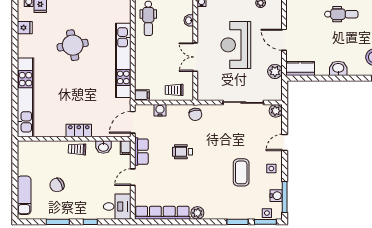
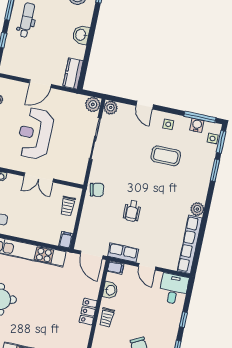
reception desk: (236, 45) -> (35, 134), turned 90
plant: (275, 71) -> (93, 104), moved
water cooler: (160, 110) -> (85, 225), removed

